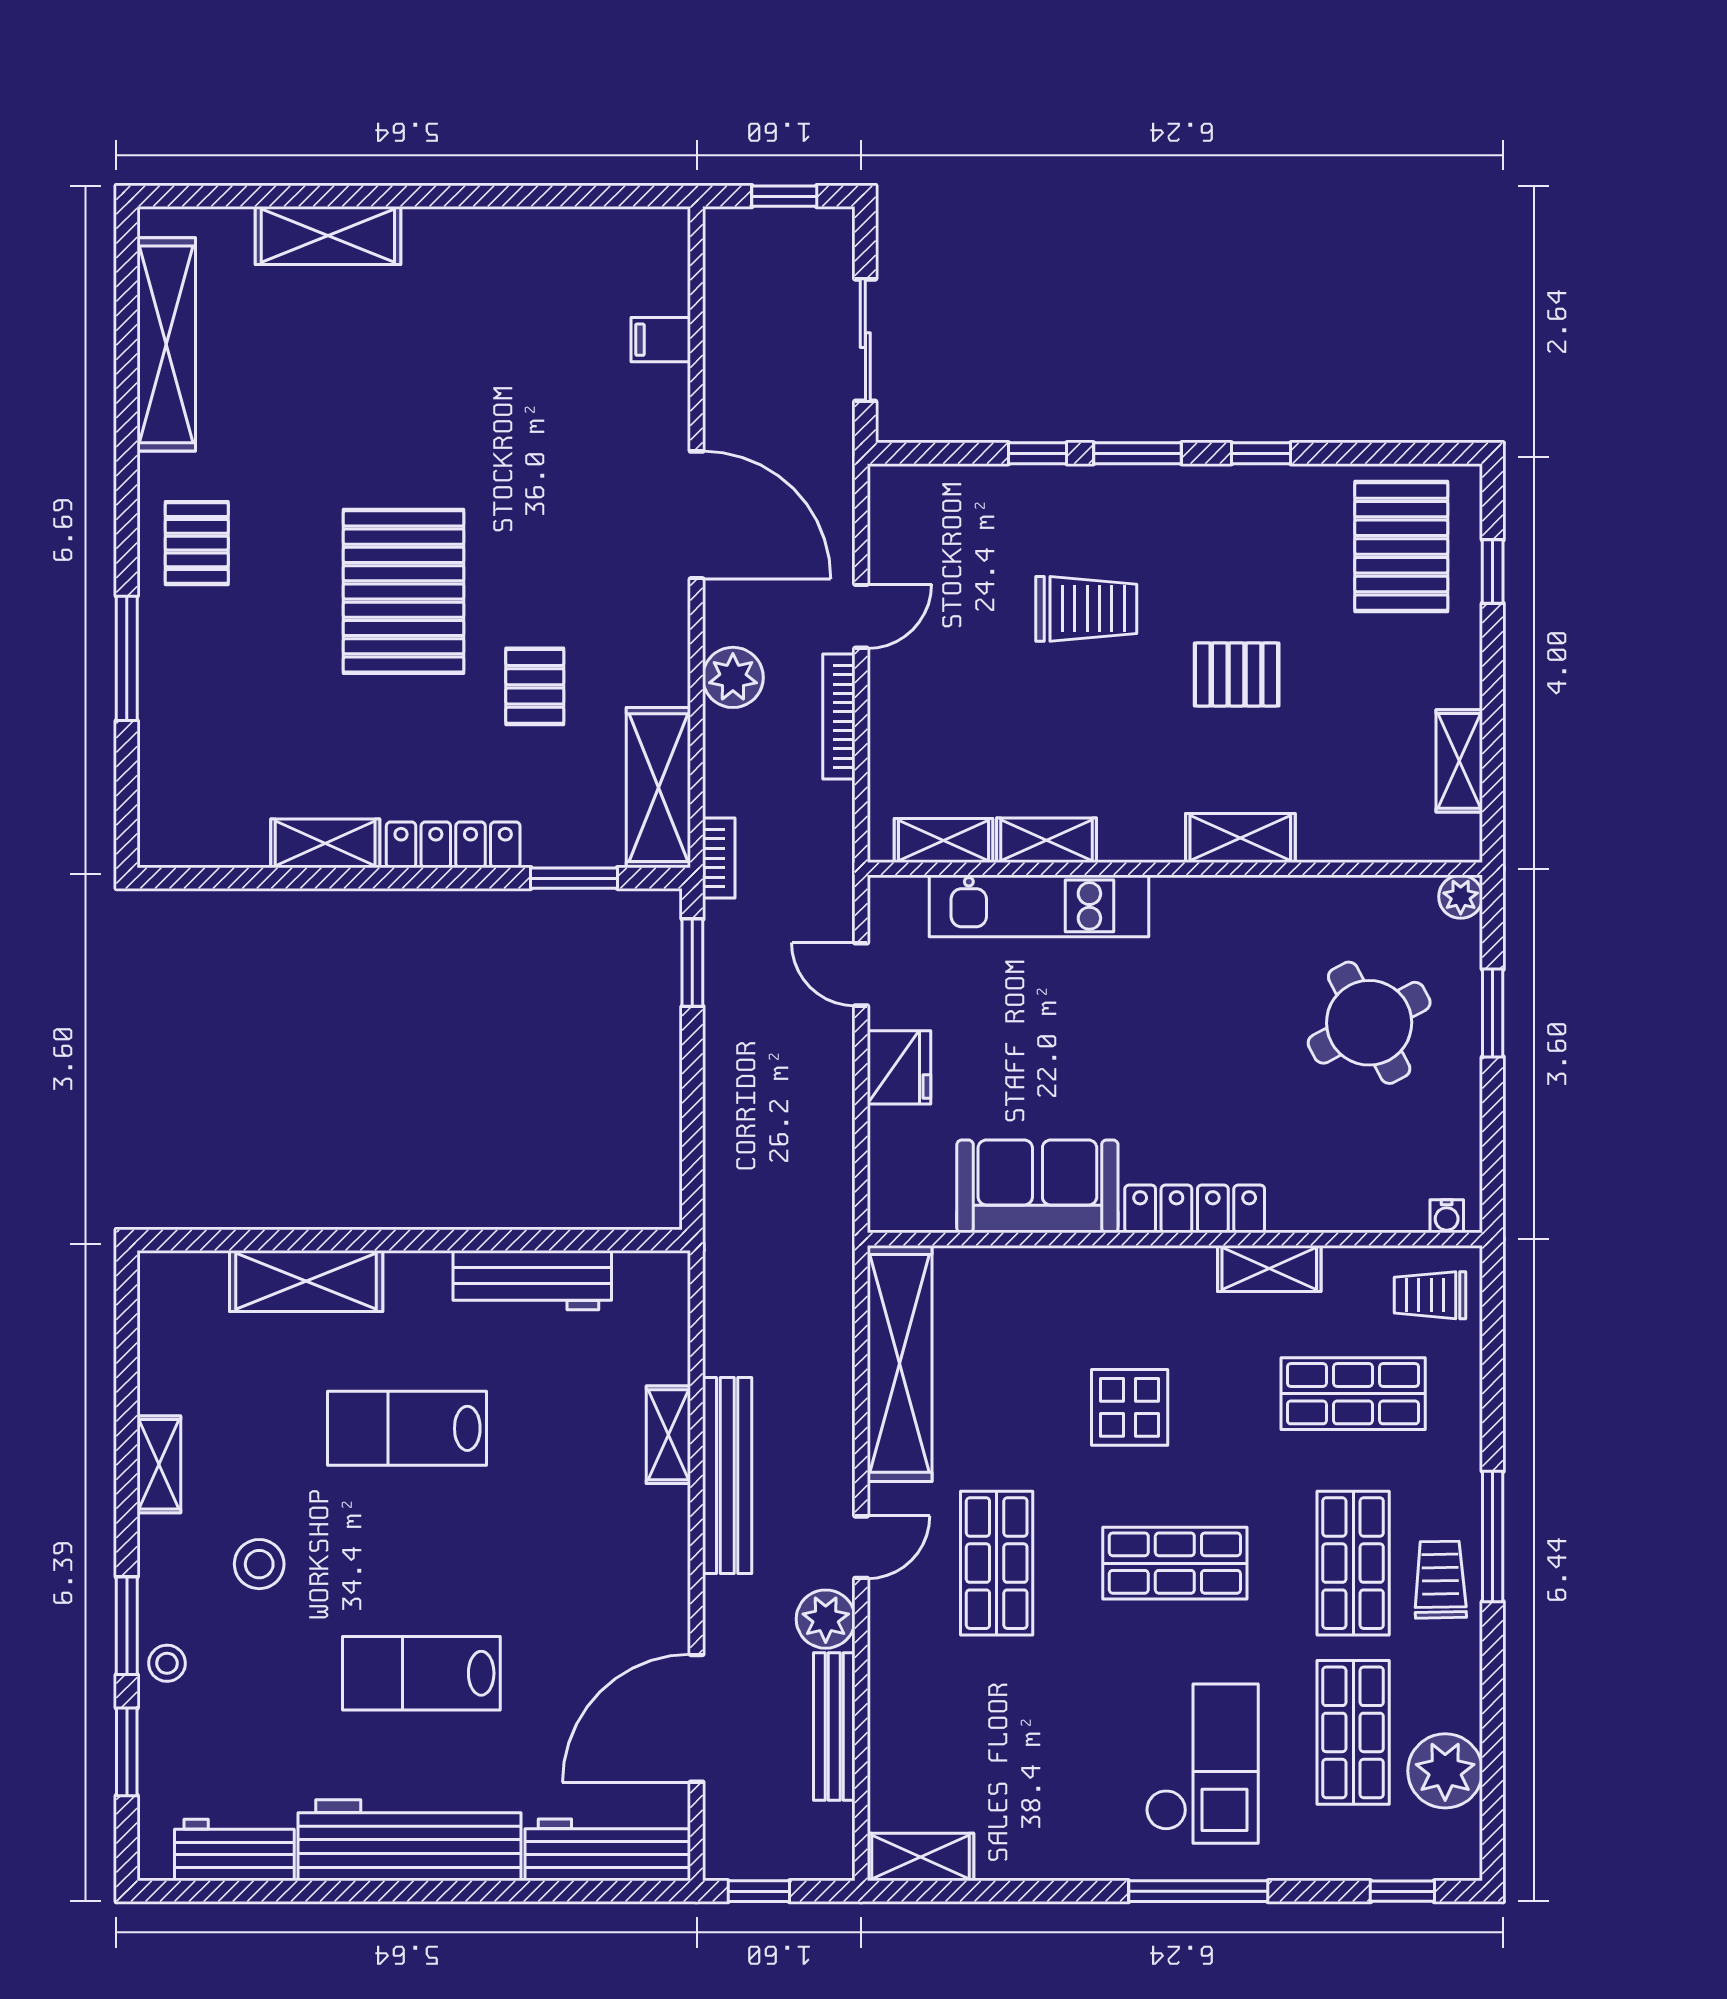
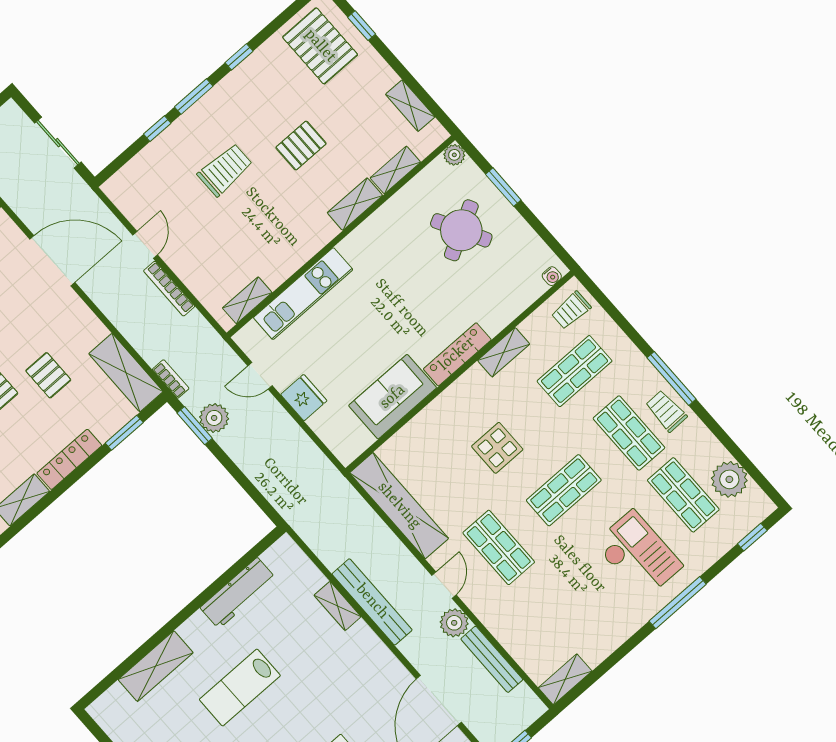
plant: (733, 677) -> (214, 418), moved
shelving: (1047, 840) -> (395, 170), moved

